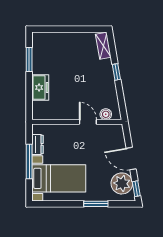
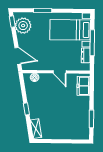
freezer: (40, 87) -> (83, 86), moved
door: (88, 122) -> (60, 72), moved
door: (131, 159) -> (18, 56), moved

